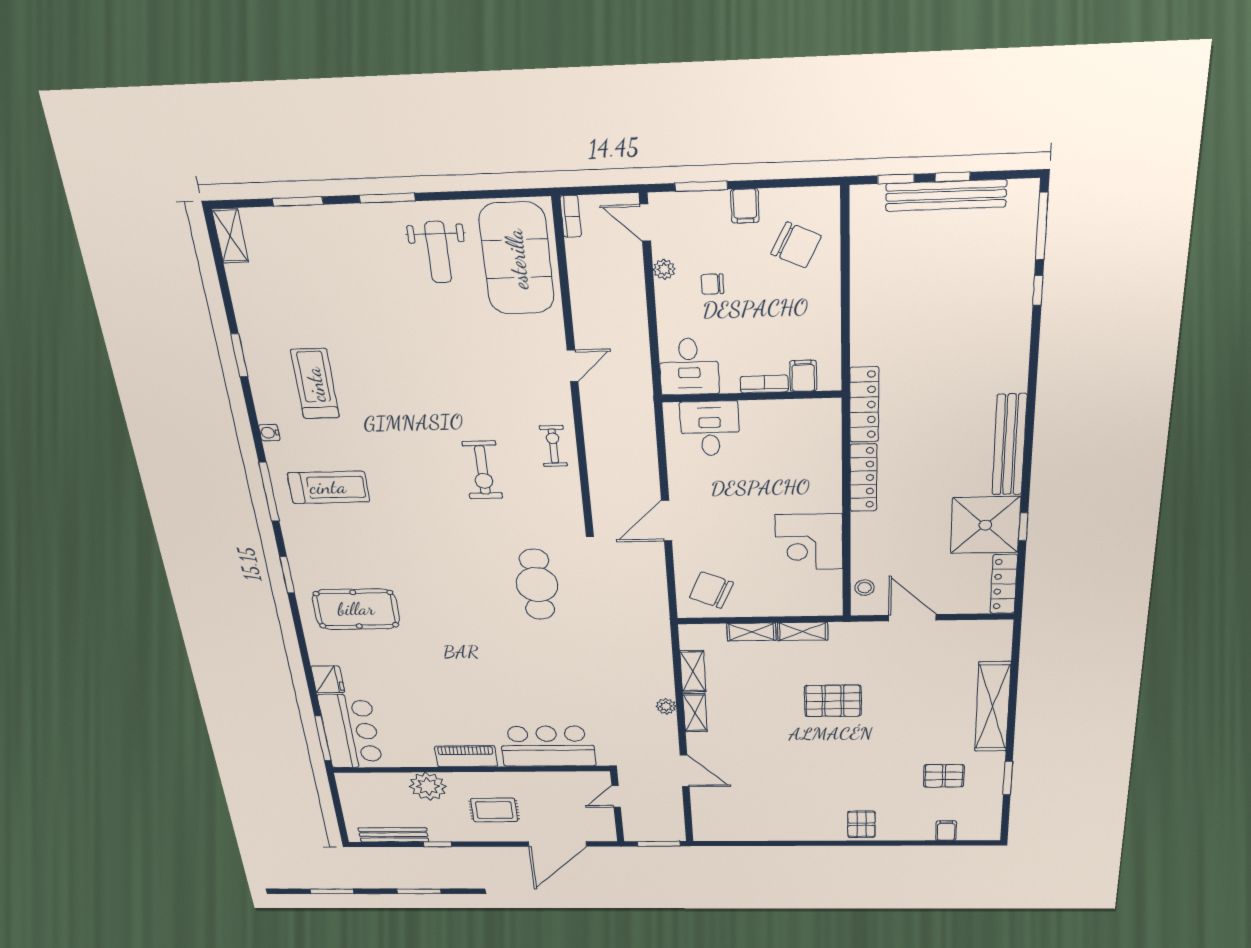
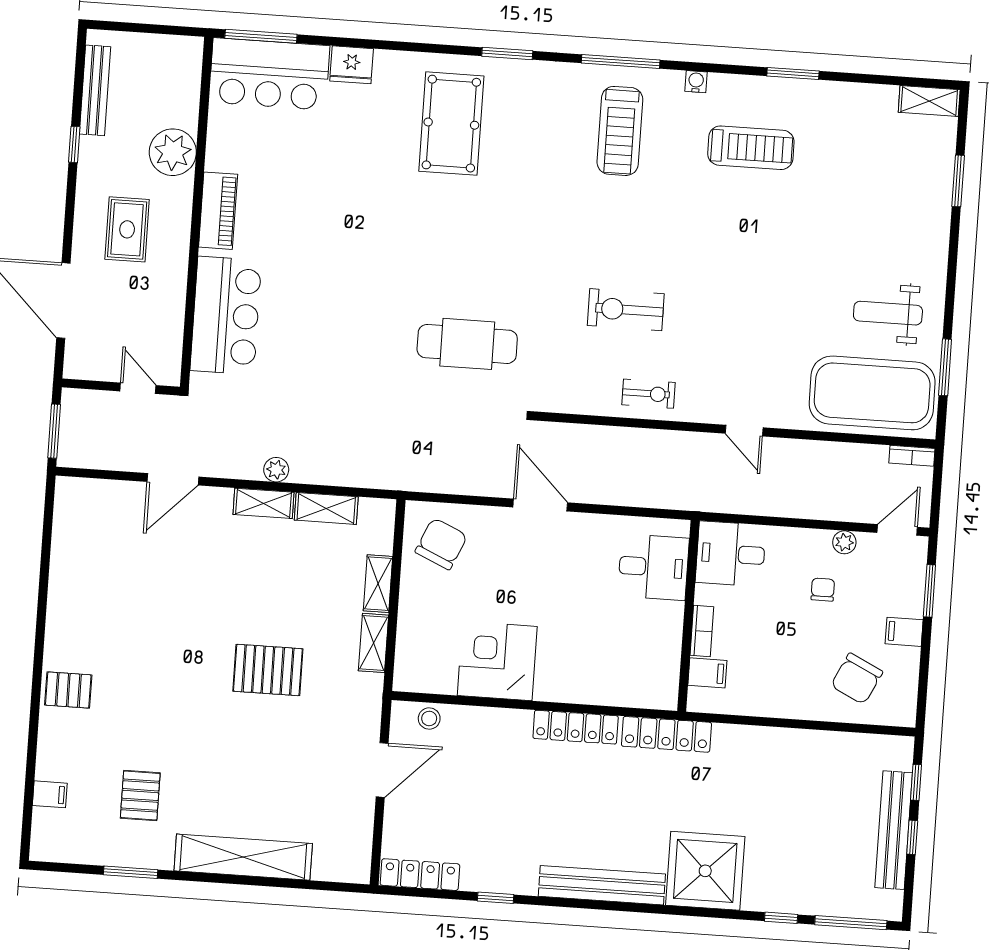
window: (387, 198) -> (945, 367), moved
shower: (985, 525) -> (705, 871), moved
pallet: (833, 701) -> (268, 670), turned 90

